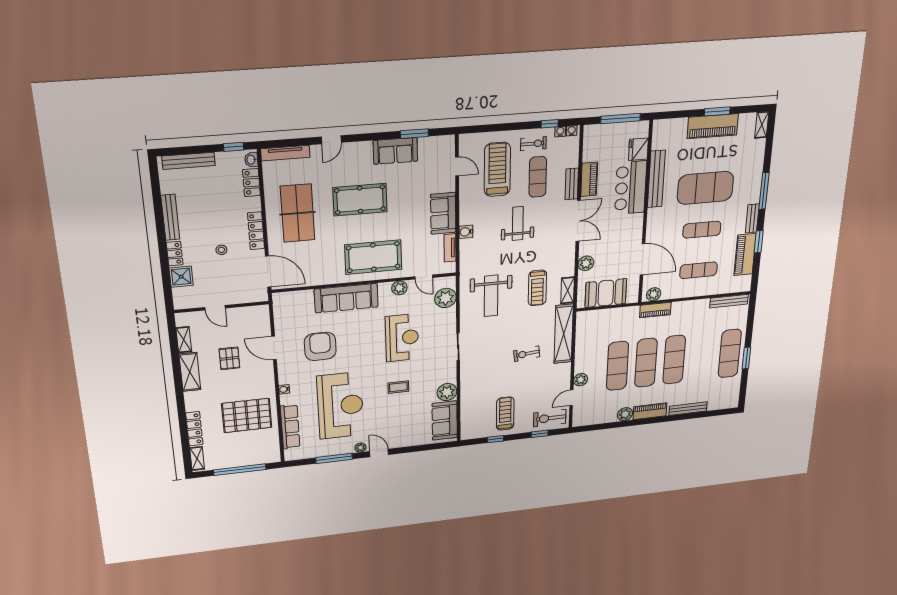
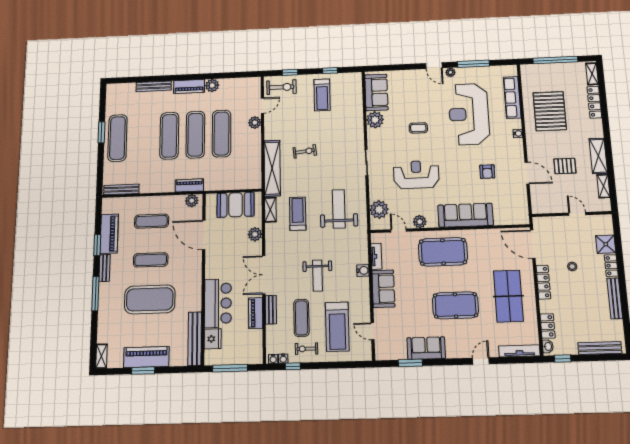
bench: (656, 179) -> (195, 339), moved
reception desk: (402, 338) -> (416, 175), turned 90
armchair: (320, 346) -> (487, 172), width x0.53, depth x0.53
pallet: (229, 358) -> (565, 166), turned 90
pallet: (247, 415) -> (550, 111), turned 90

